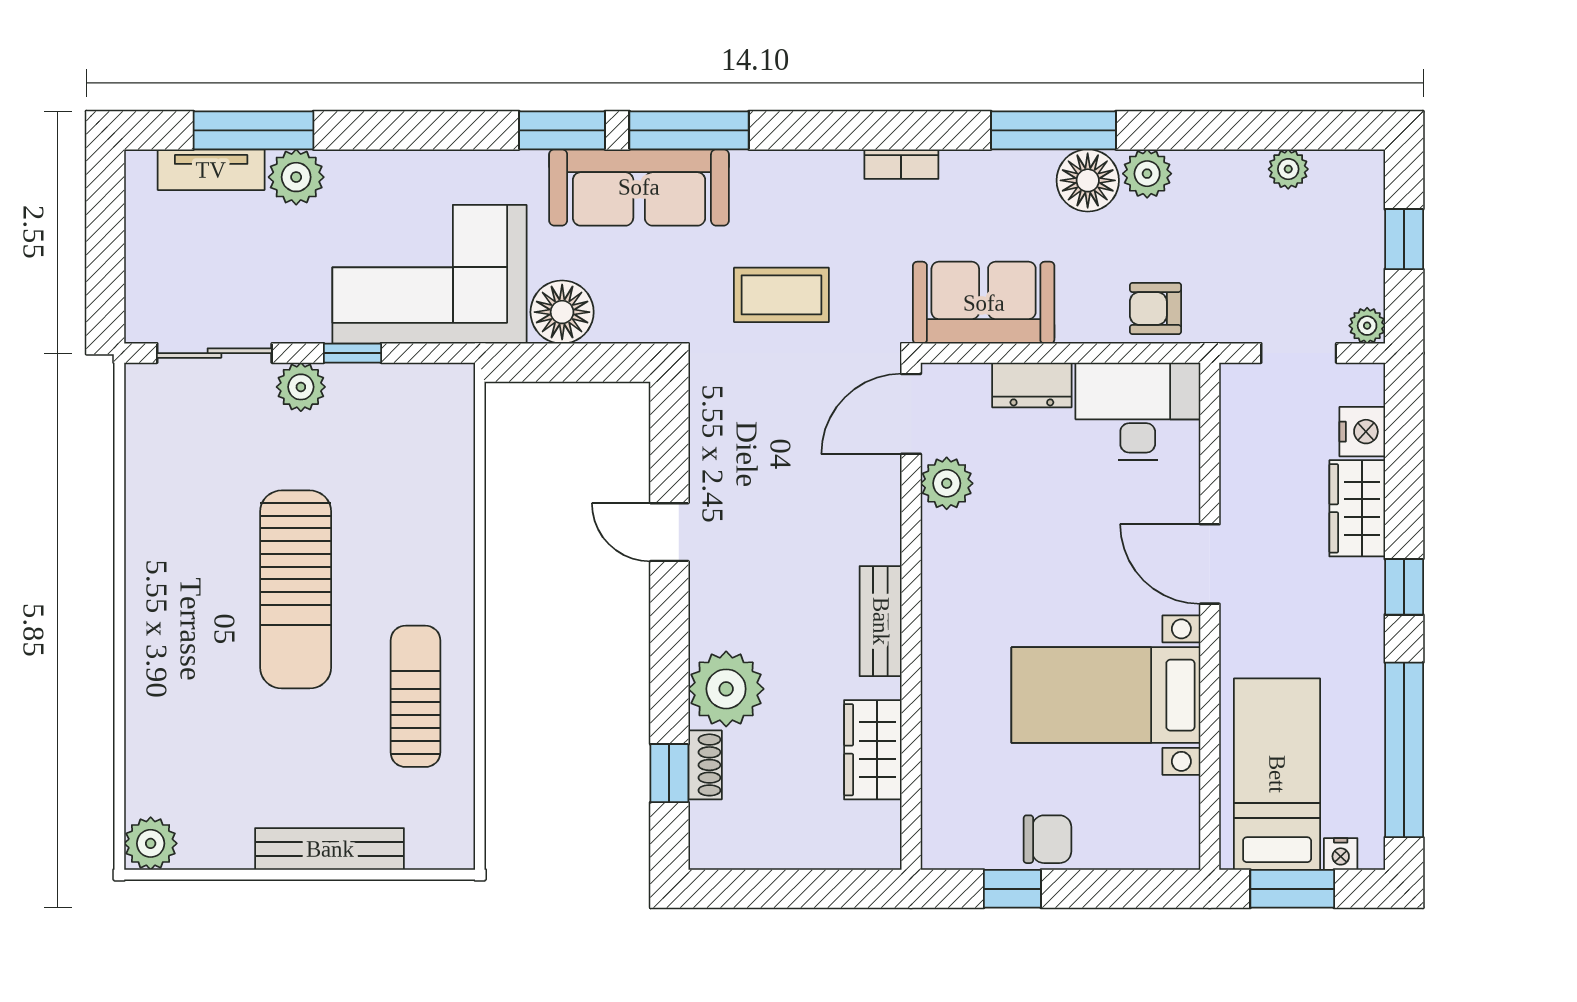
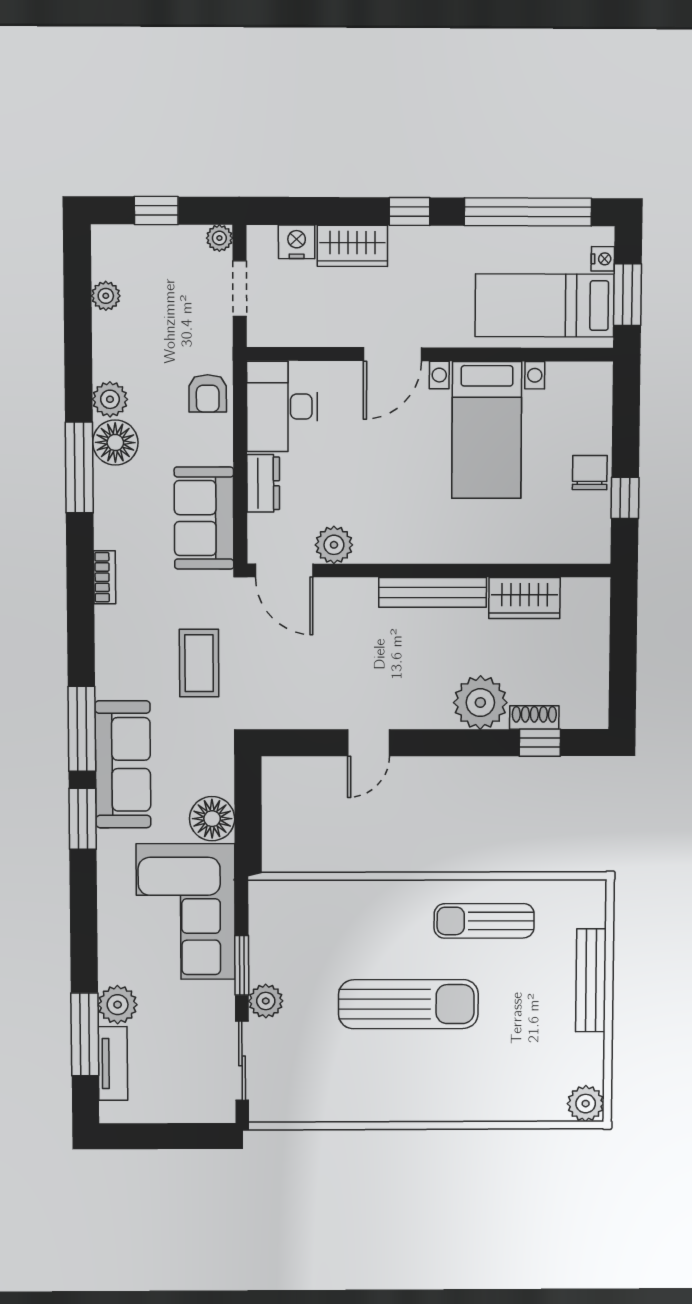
window: (352, 353) -> (242, 965), width x1.50
bench: (881, 621) -> (433, 592), width x1.36

